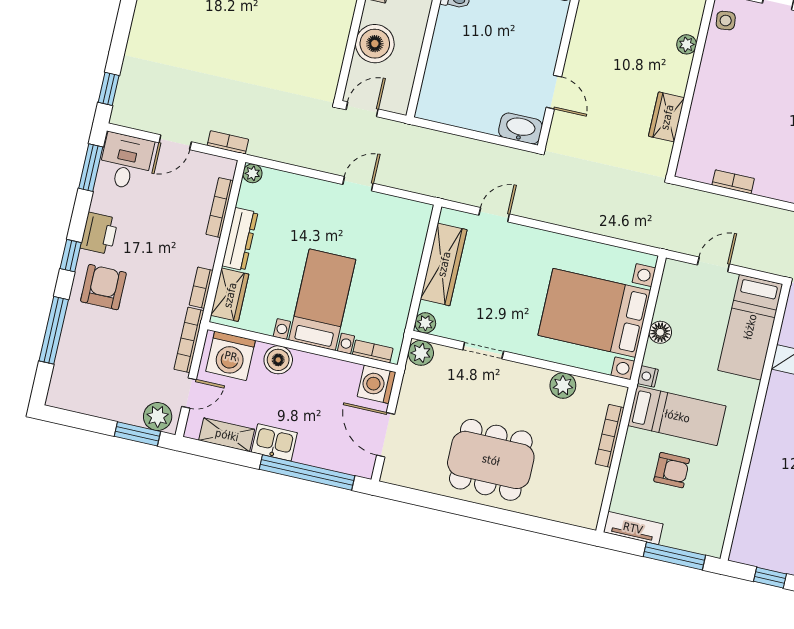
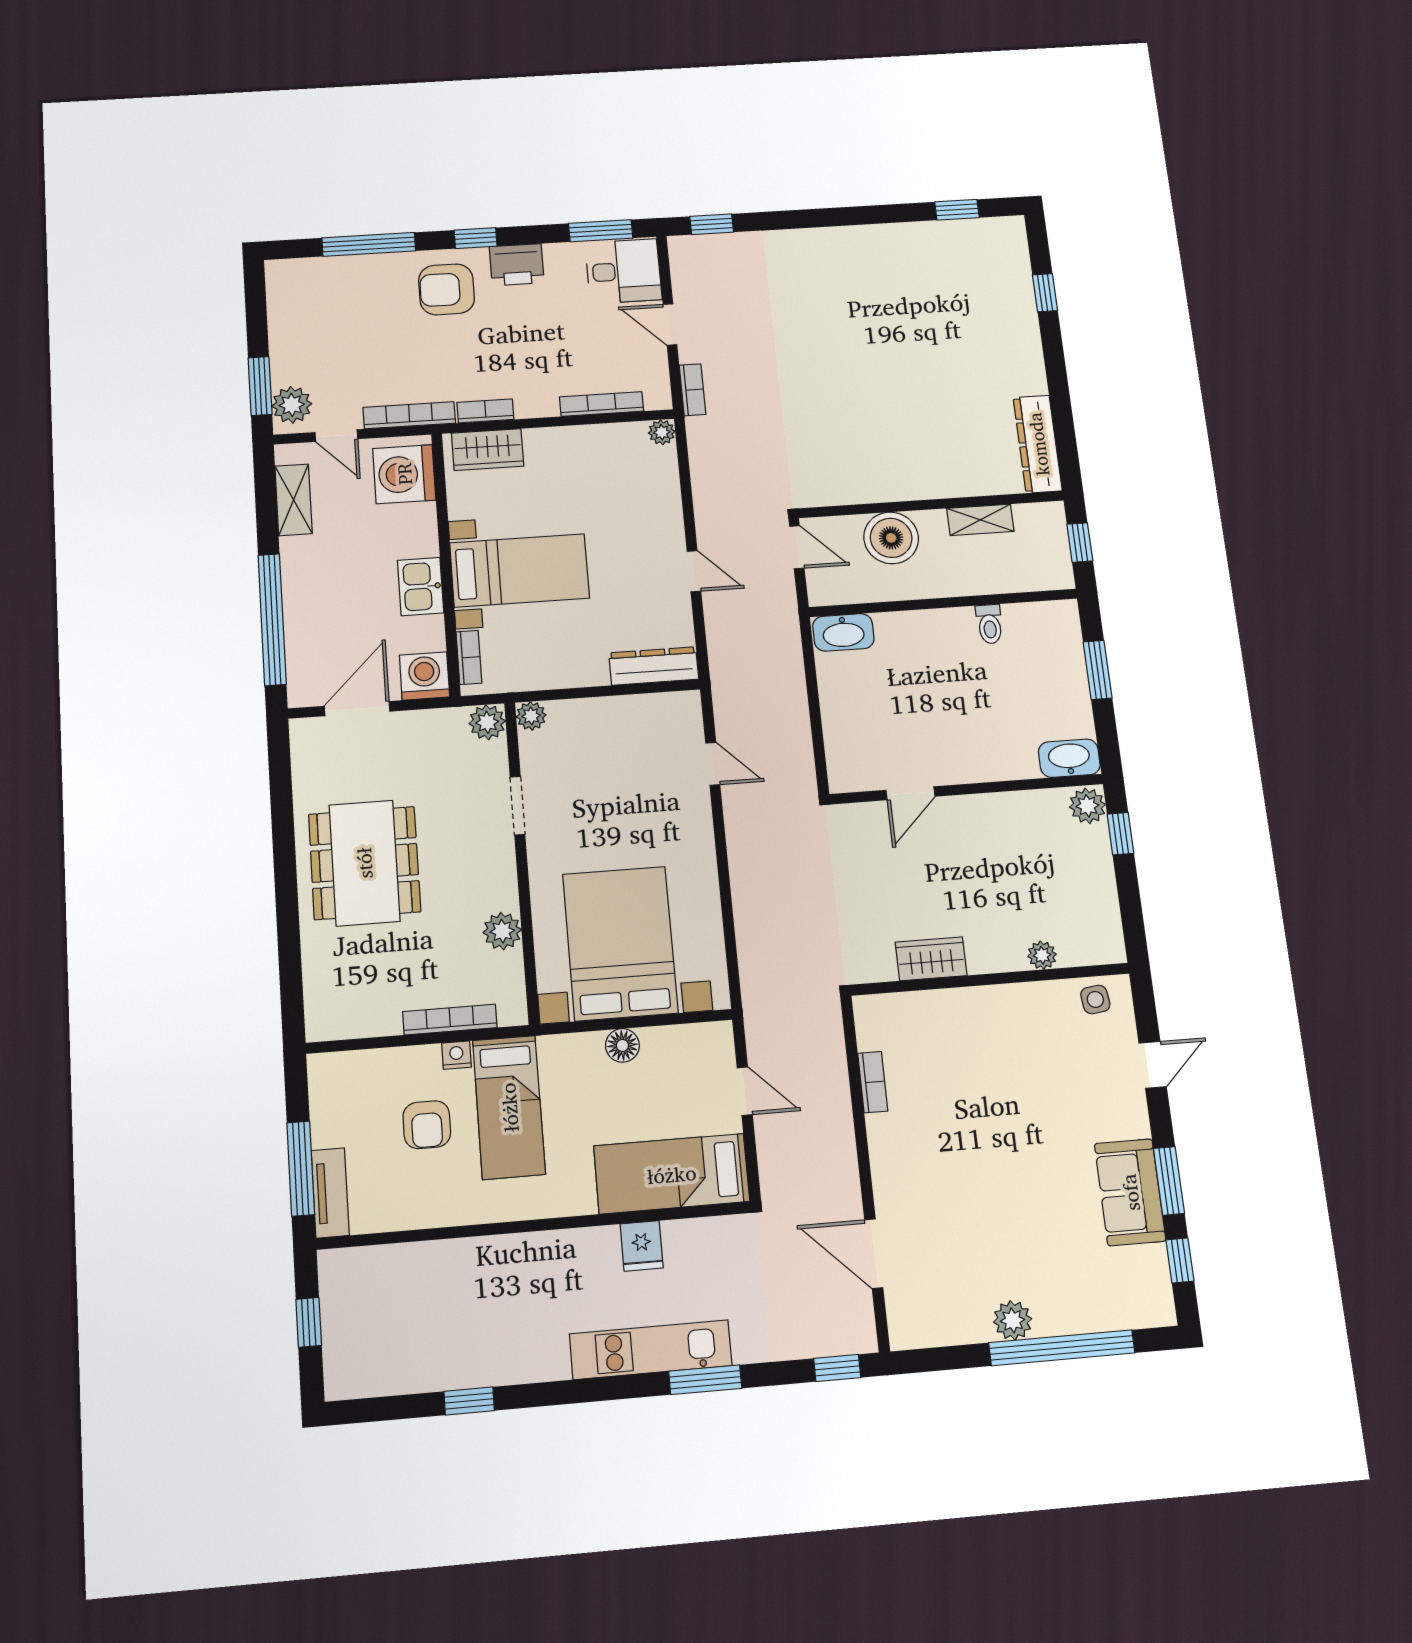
washbasin: (520, 128) -> (843, 632), moved, turned 90
dresser: (240, 239) -> (654, 666), moved, turned 180
wardrobe: (444, 264) -> (621, 716), removed
armchair: (103, 287) -> (446, 289), turned 180
boiler: (278, 360) -> (418, 537), removed
nightstand: (648, 376) -> (456, 1055), moved
kitchen sink: (274, 442) -> (421, 587), moved, turned 180
tv unit: (633, 528) -> (330, 1193), moved

